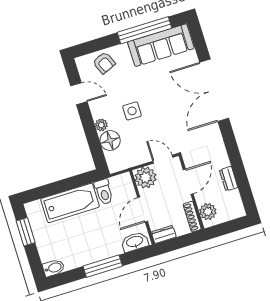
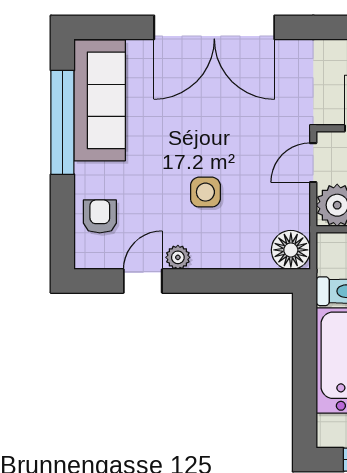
armchair: (104, 63) -> (100, 216), turned -67
plant: (101, 125) -> (178, 257), moved
floor lamp: (110, 140) -> (291, 250), moved

